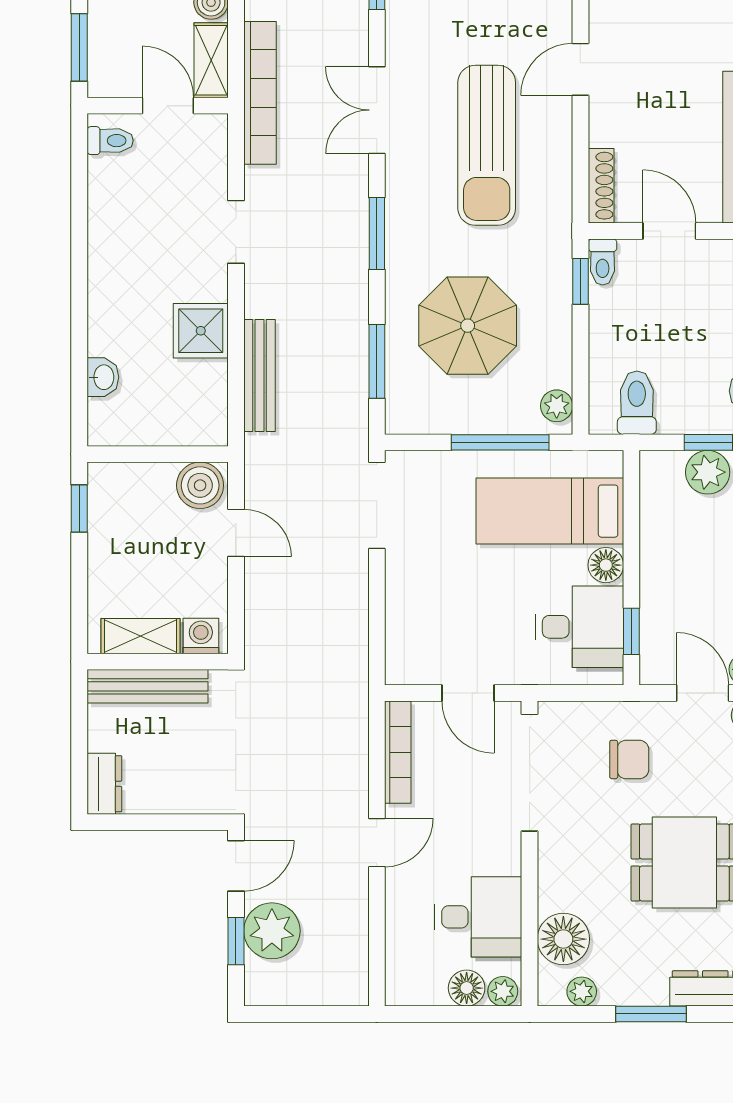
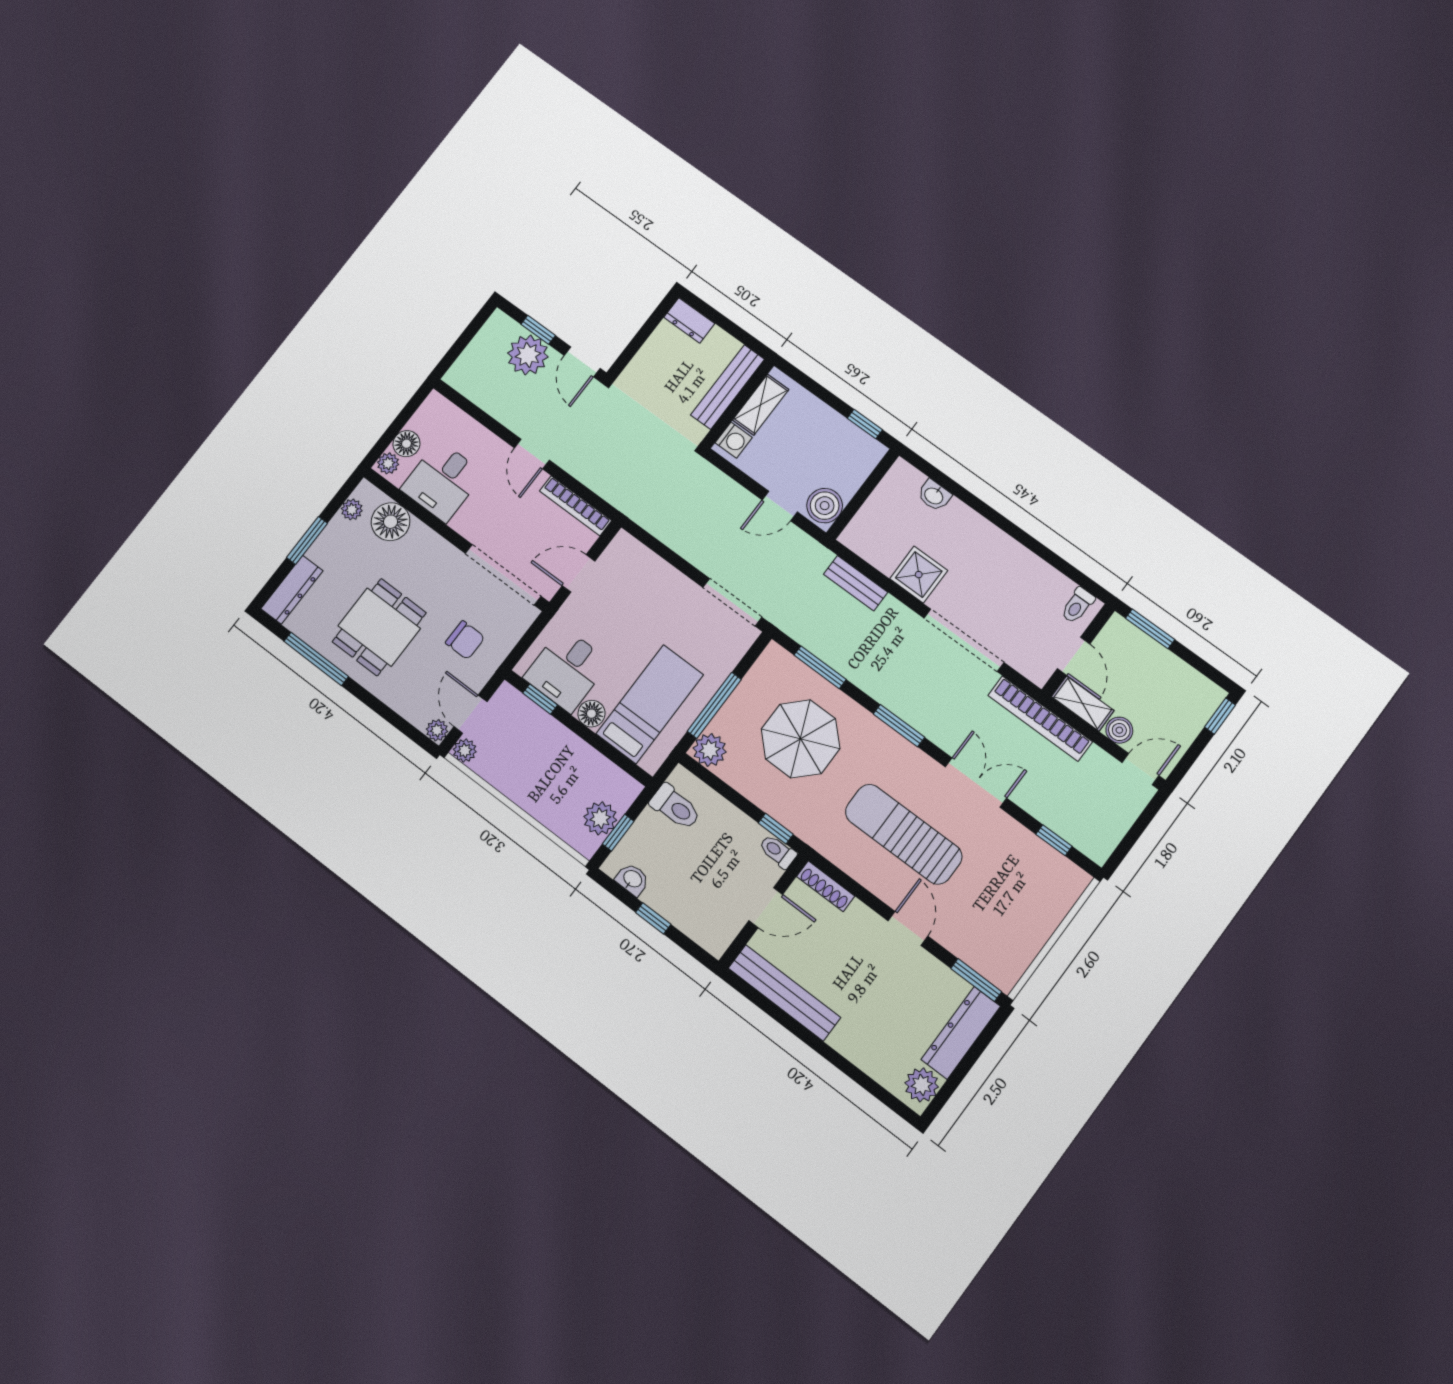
door: (168, 106) -> (1074, 656), hinge flipped
doorway: (236, 232) -> (964, 640), width x1.88
bench: (259, 375) -> (856, 583), width x0.73
plant: (557, 406) -> (710, 750), width x1.38, depth x1.38
door: (703, 693) -> (470, 714), swing flipped
chair: (629, 759) -> (465, 640), turned -90

